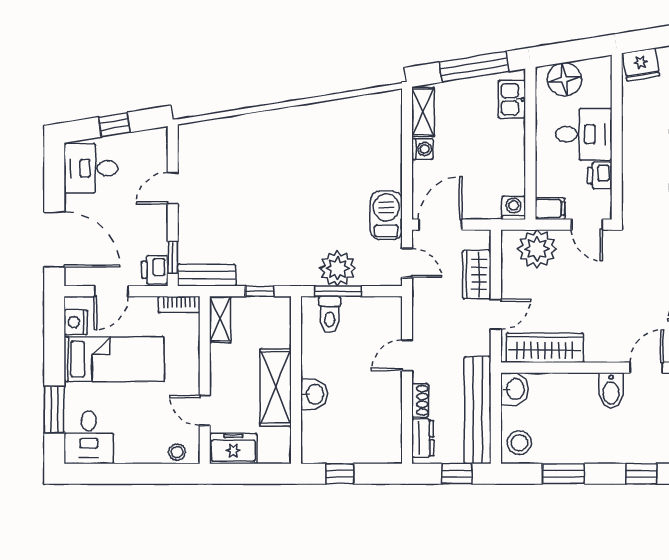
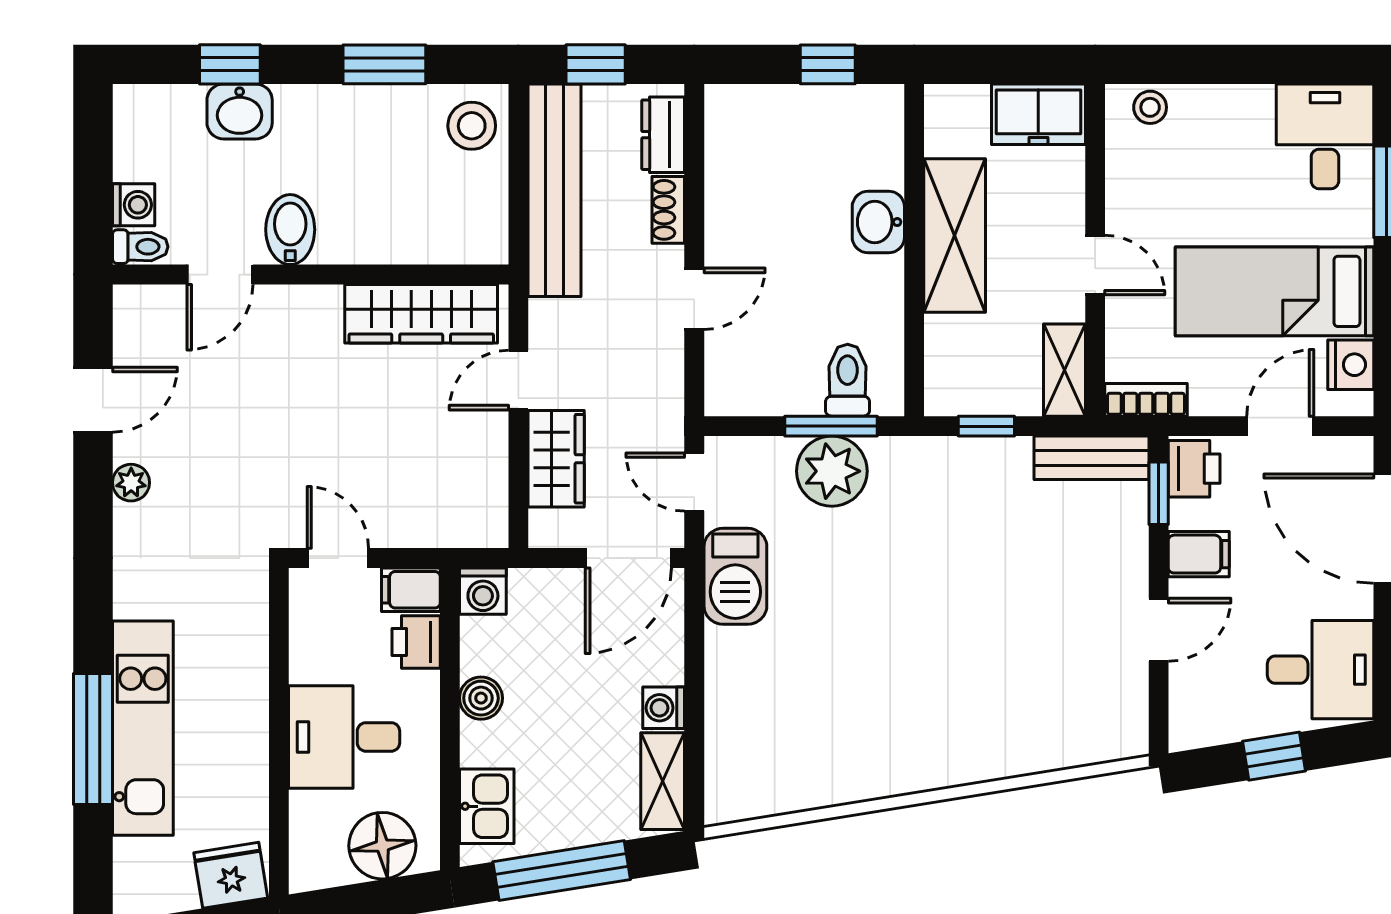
boiler: (515, 154) -> (481, 698), added
printer: (600, 176) -> (416, 642), moved, turned 180
filing cabinet: (152, 227) -> (1199, 554), added
plant: (537, 249) -> (437, 510), removed
washbasin: (515, 389) -> (240, 111), moved, turned -90
door: (205, 410) -> (1095, 265), moved

